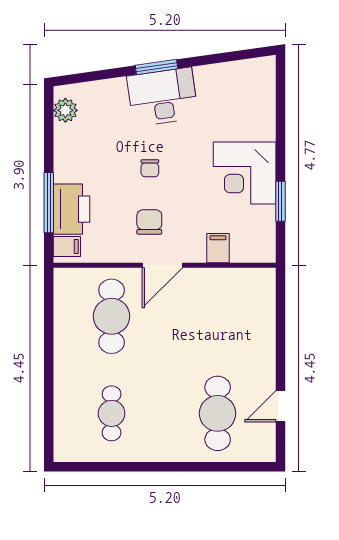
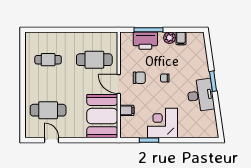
desk: (163, 97) -> (200, 95), moved
plant: (65, 110) -> (170, 38), moved
filing cabinet: (67, 246) -> (181, 38), moved
booth: (230, 300) -> (102, 116), added

